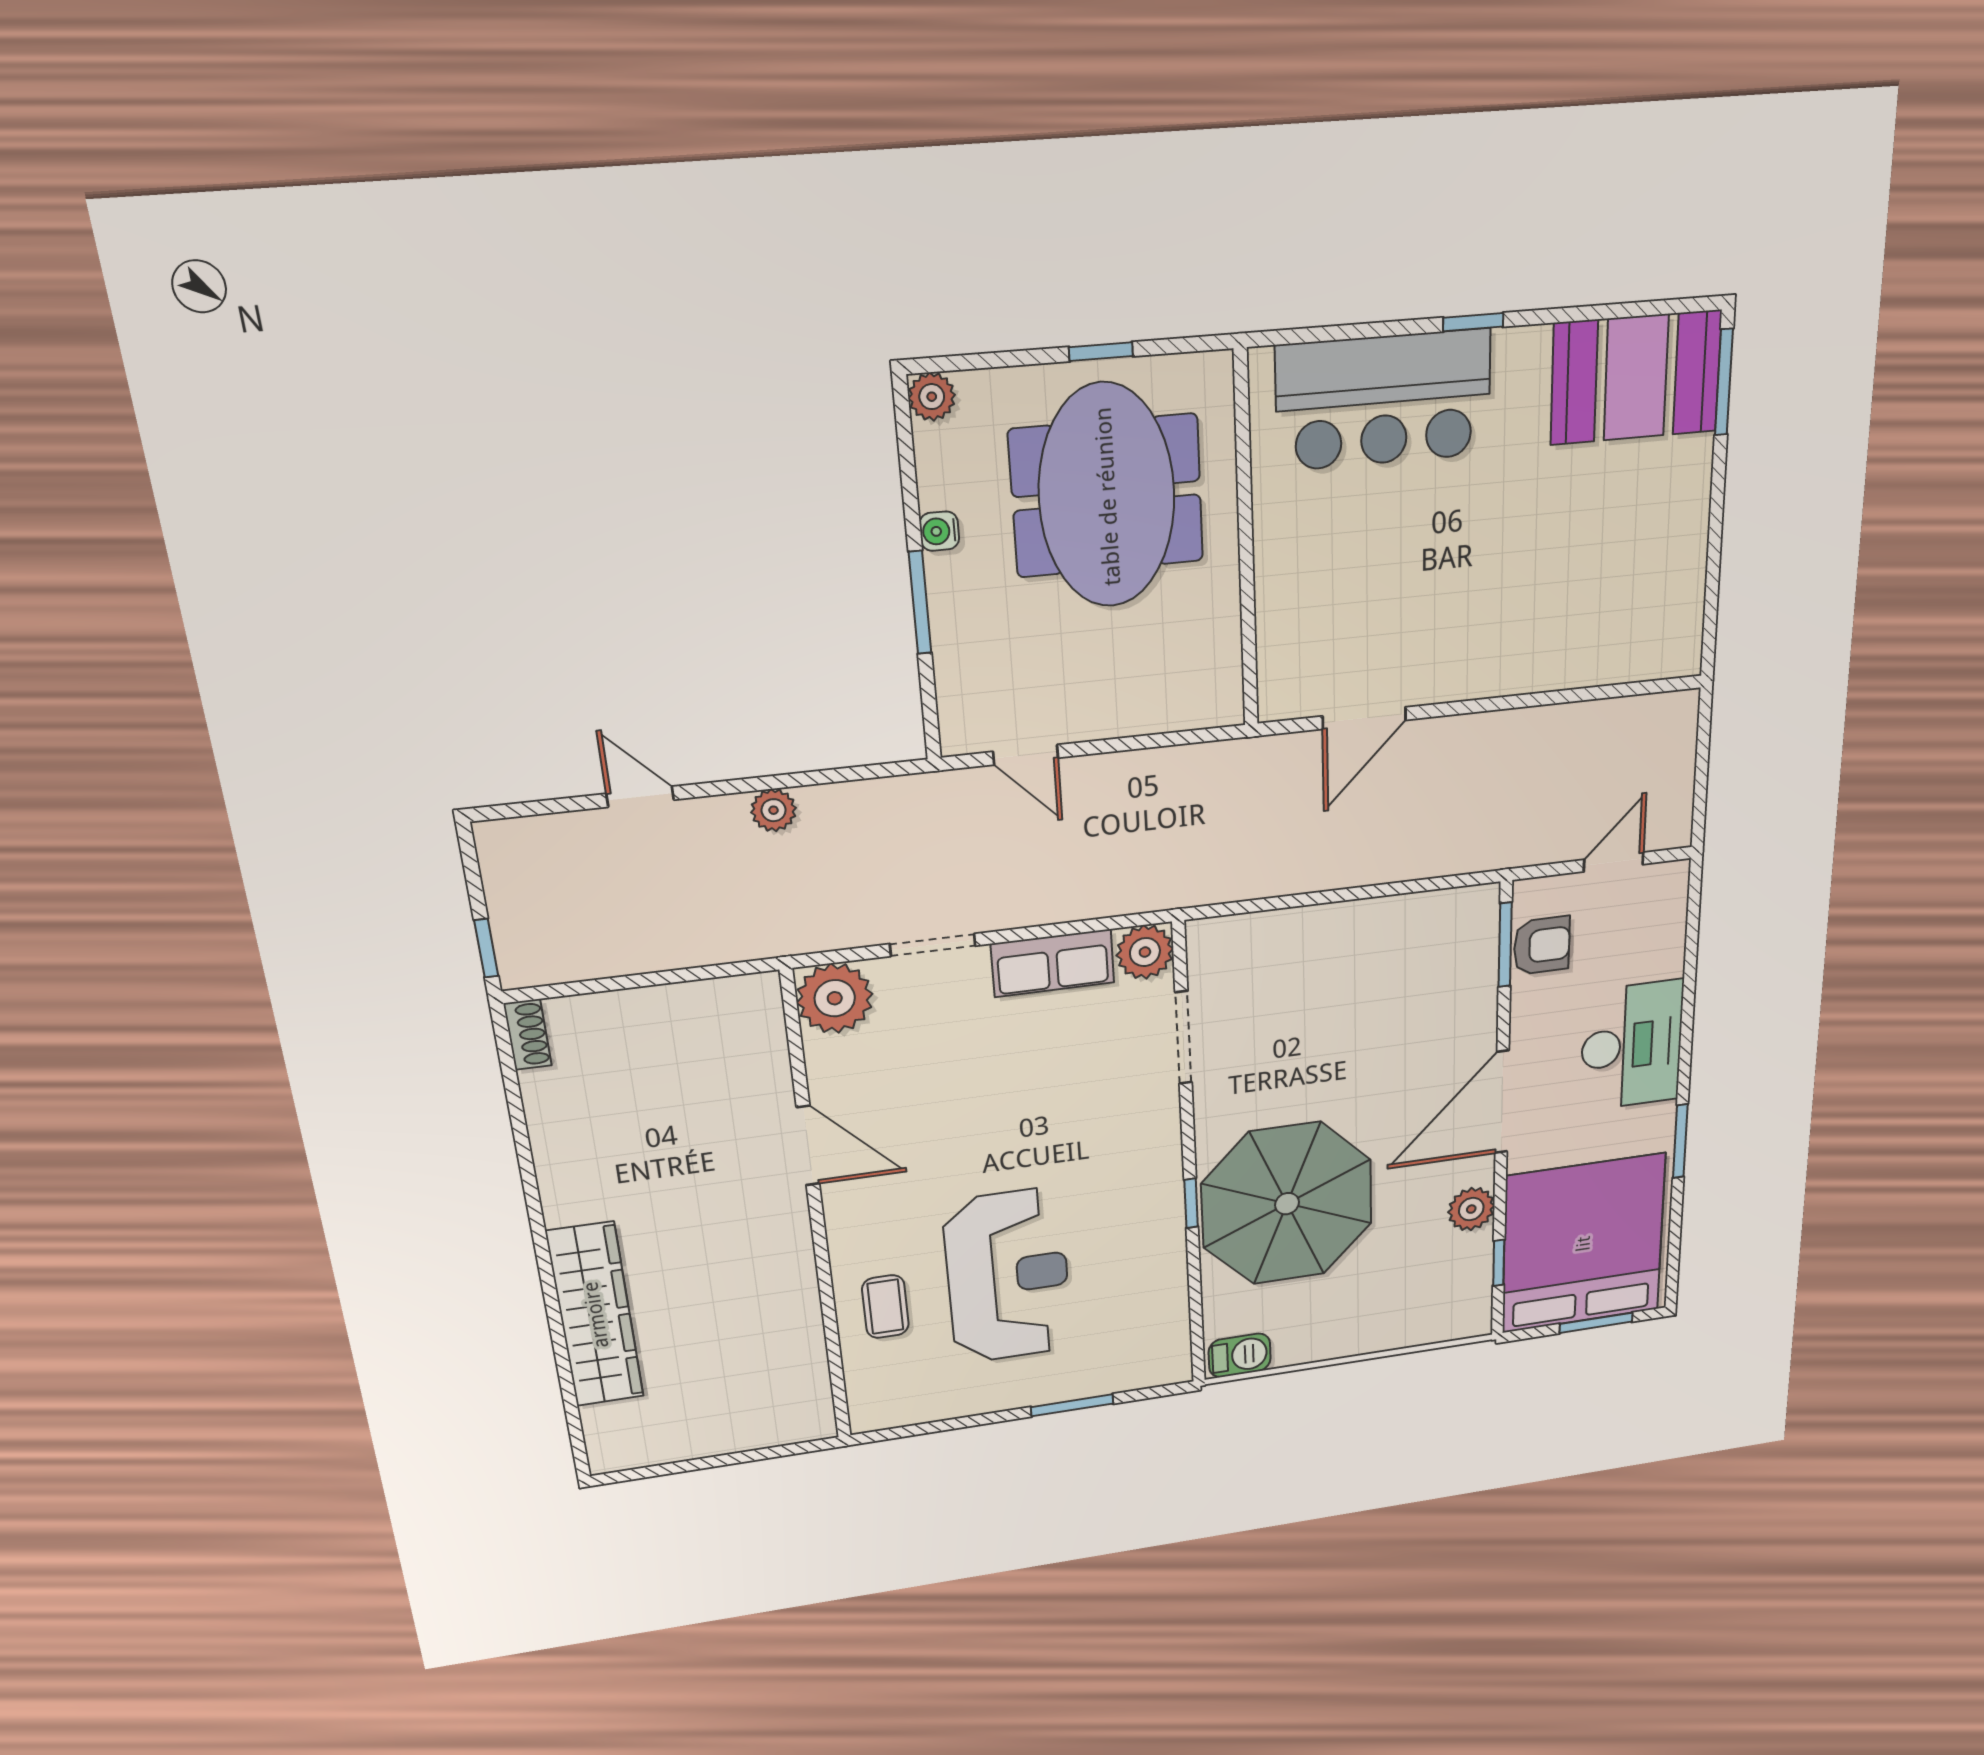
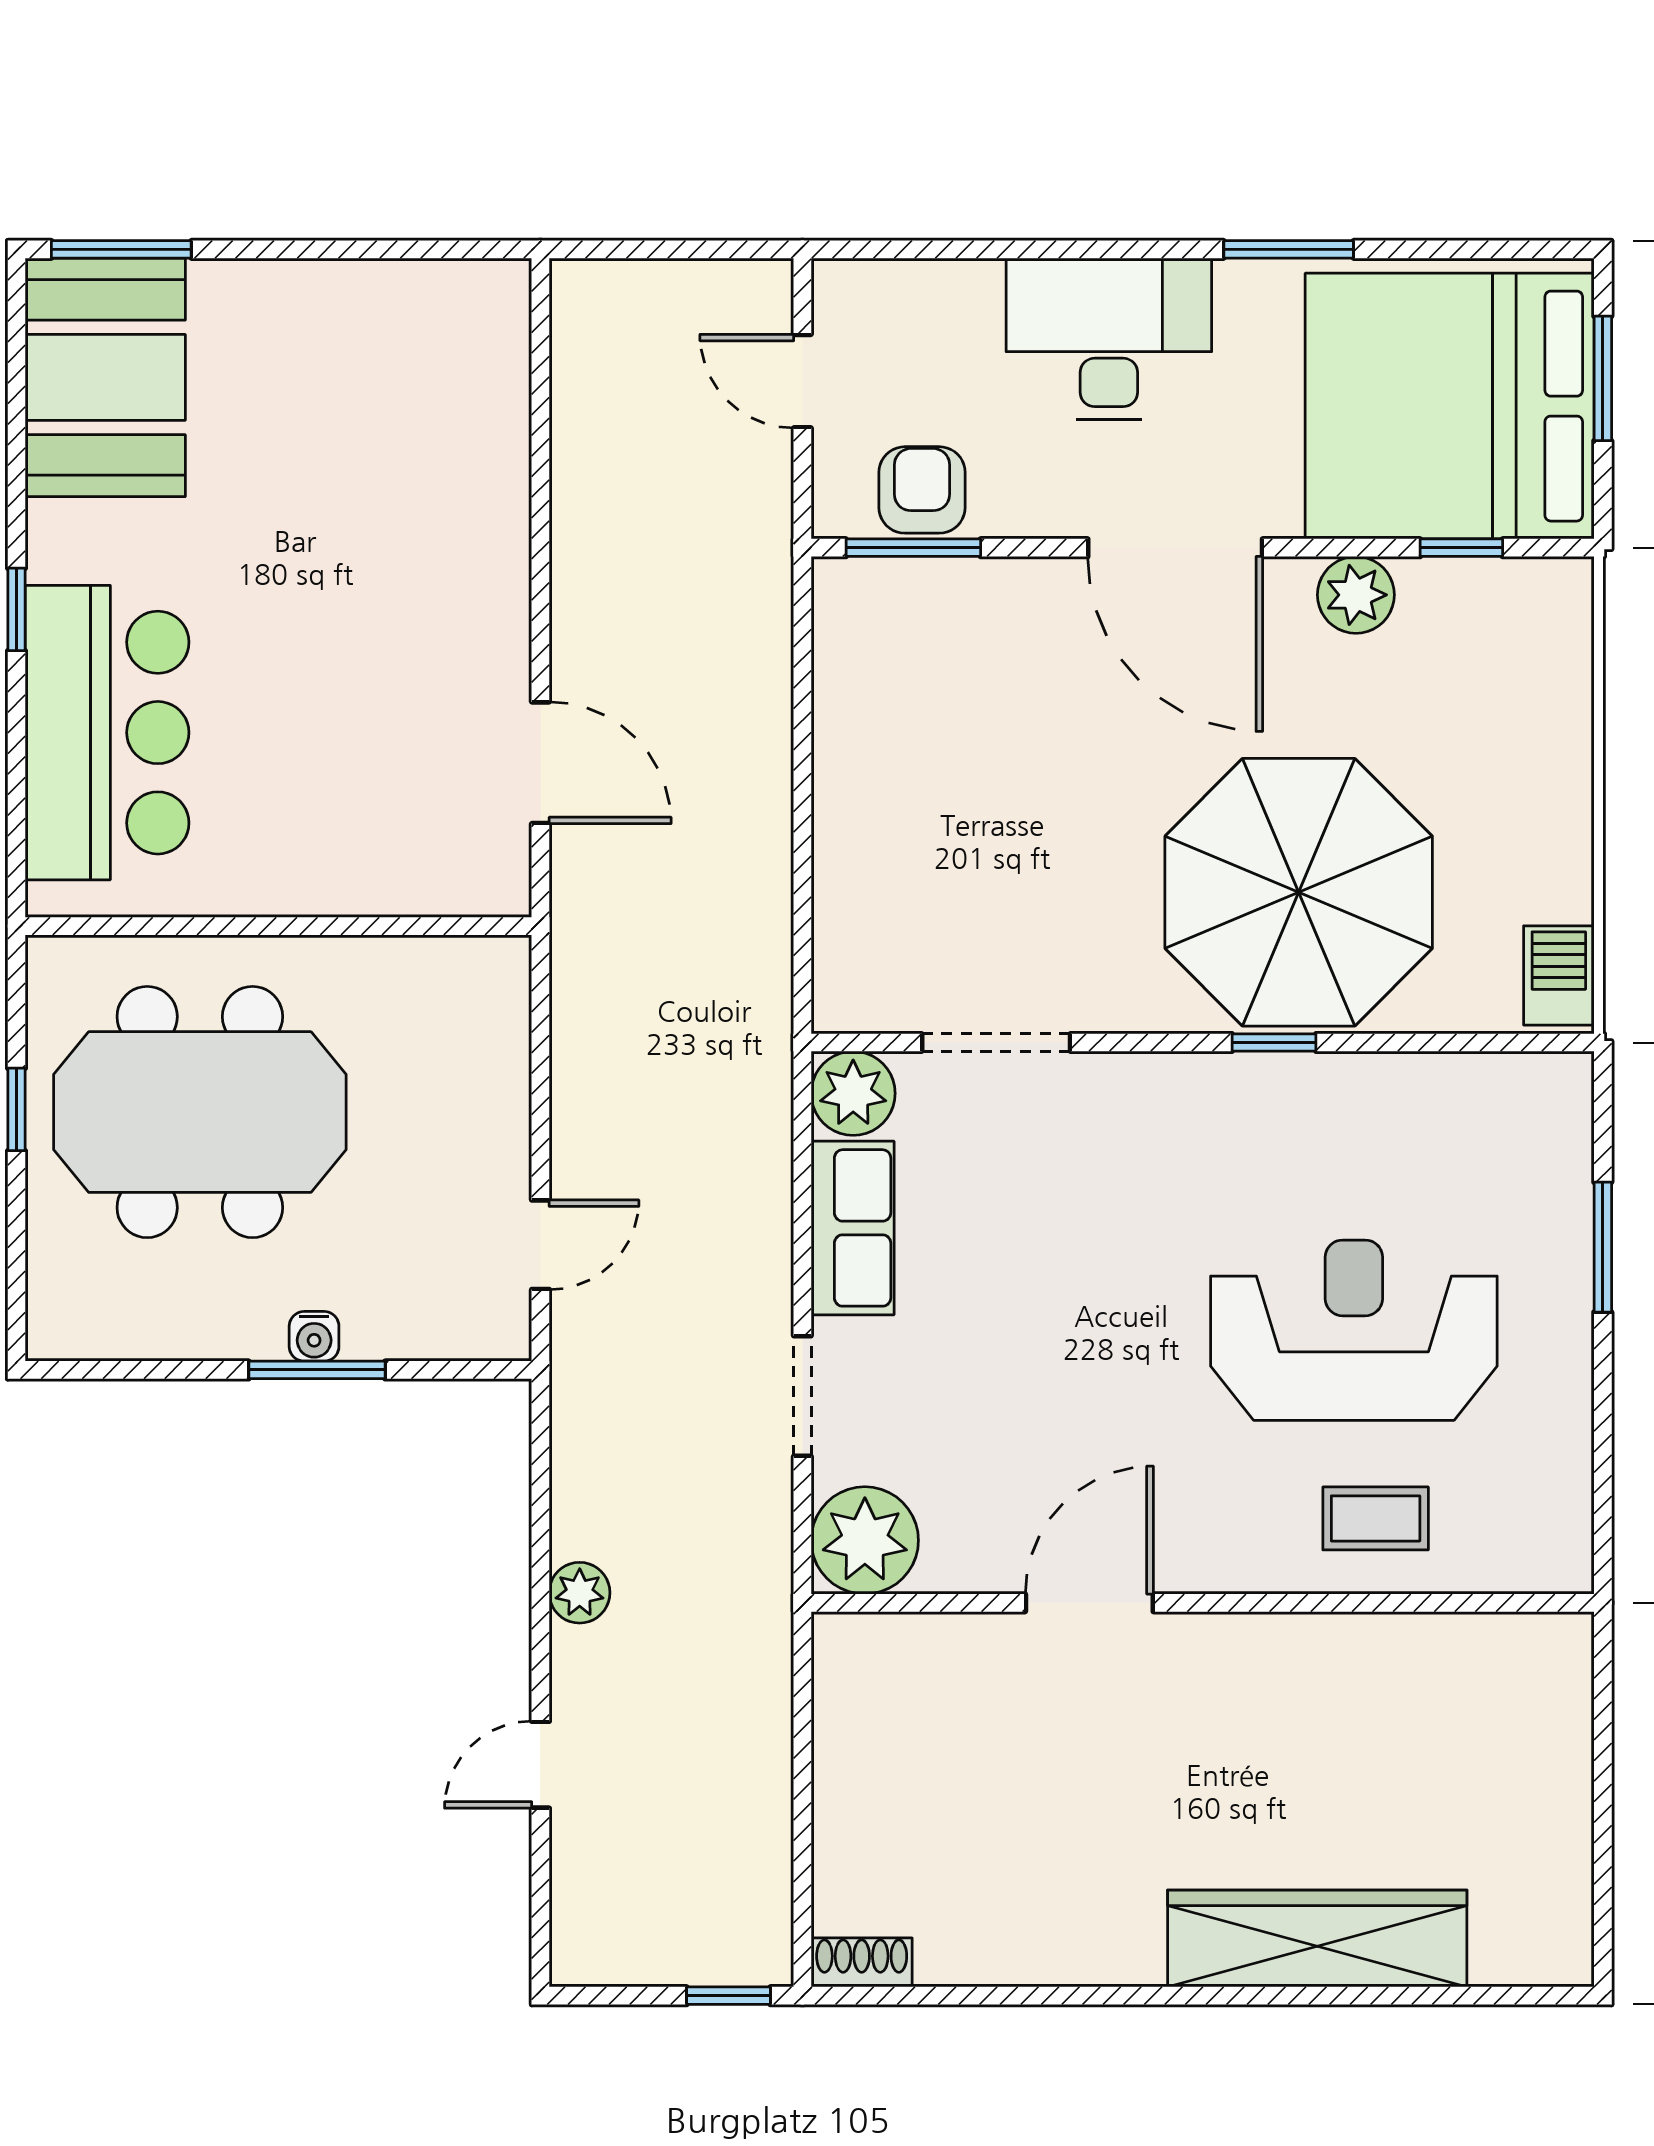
plant: (932, 397) -> (55, 1331), removed
water cooler: (939, 531) -> (314, 1336), moved

